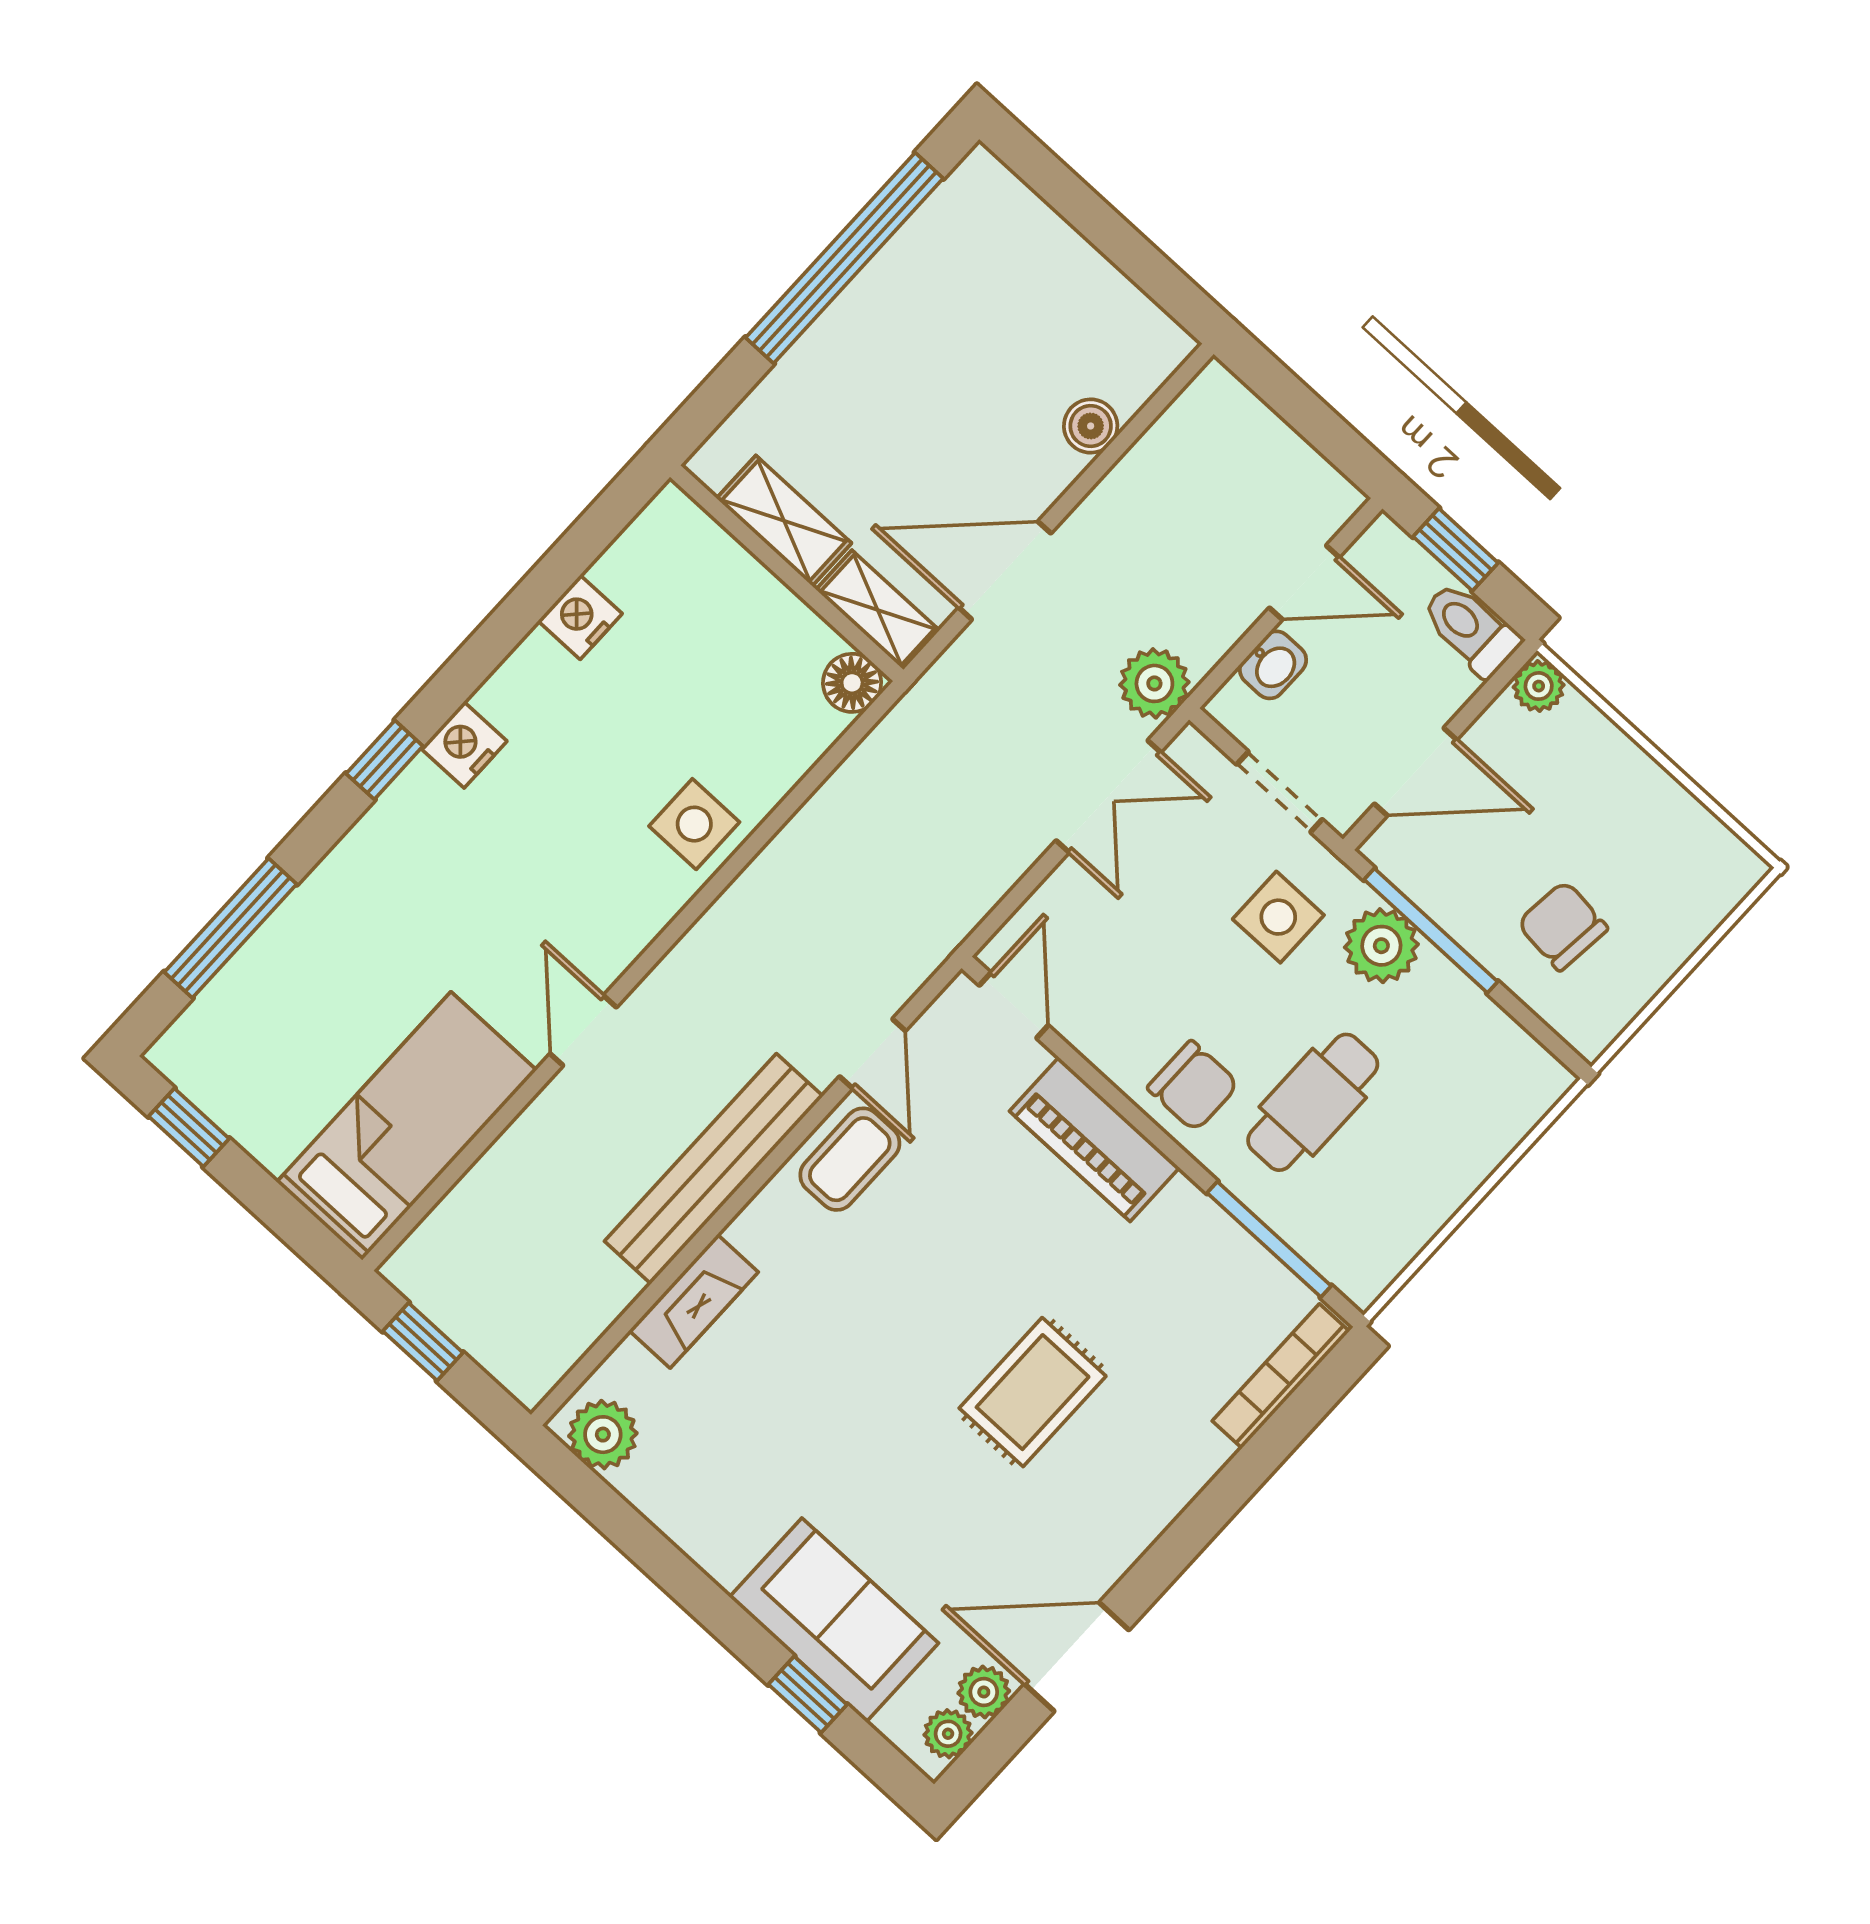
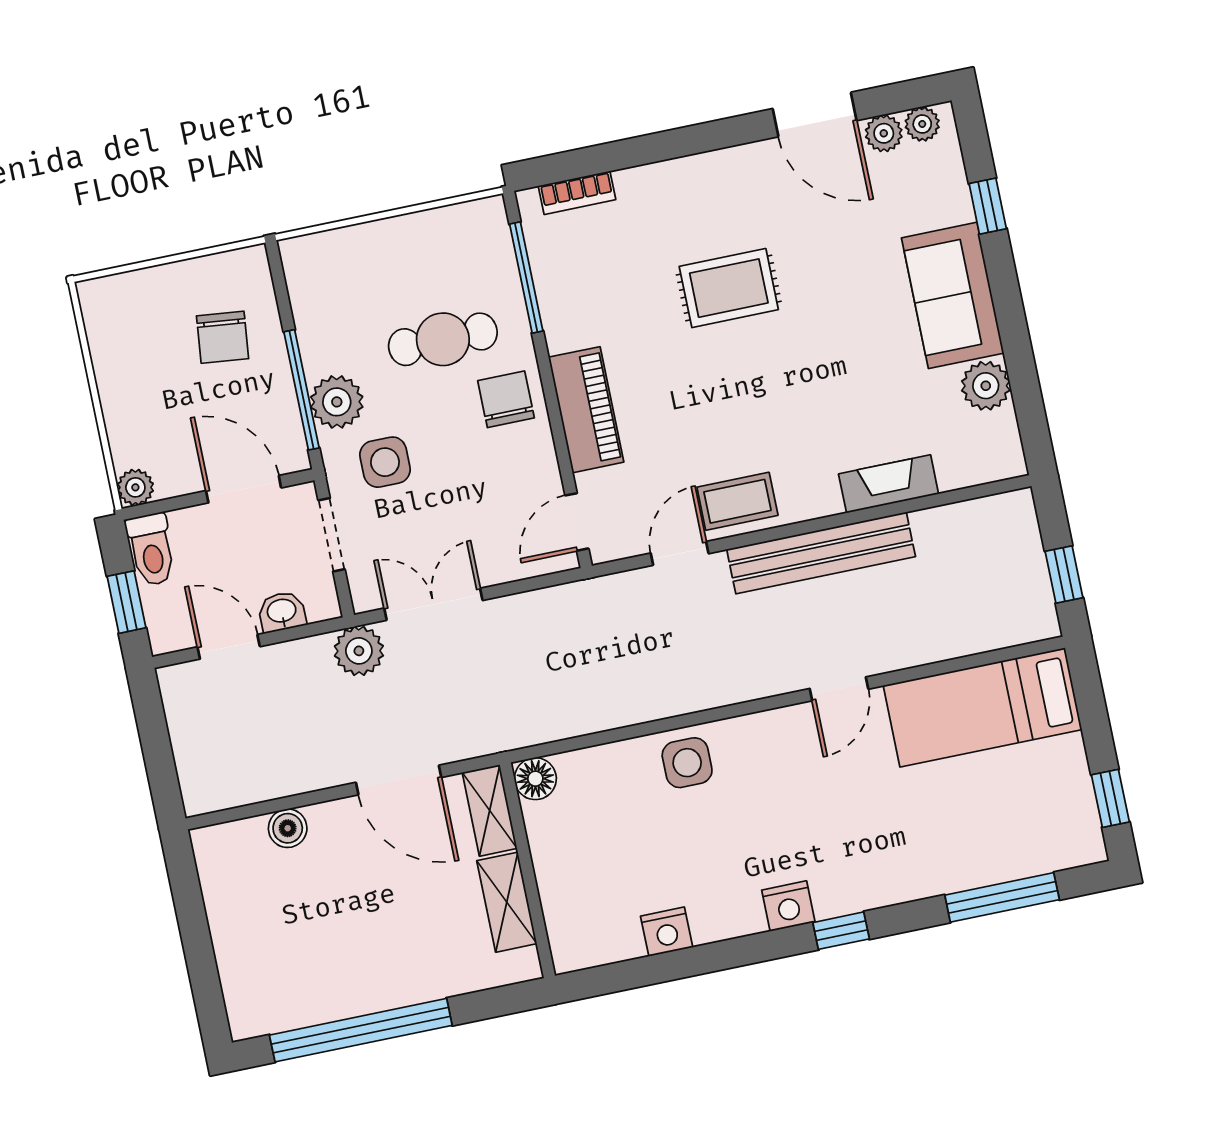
bookcase: (1281, 1376) -> (577, 193), width x0.64
plant: (603, 1435) -> (986, 386), moved
sofa: (834, 1620) -> (953, 295), moved

